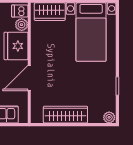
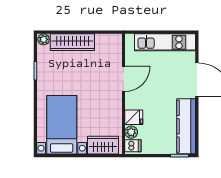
fridge: (16, 46) -> (134, 117), width x0.53, depth x0.75
wardrobe: (65, 115) -> (72, 42), moved

